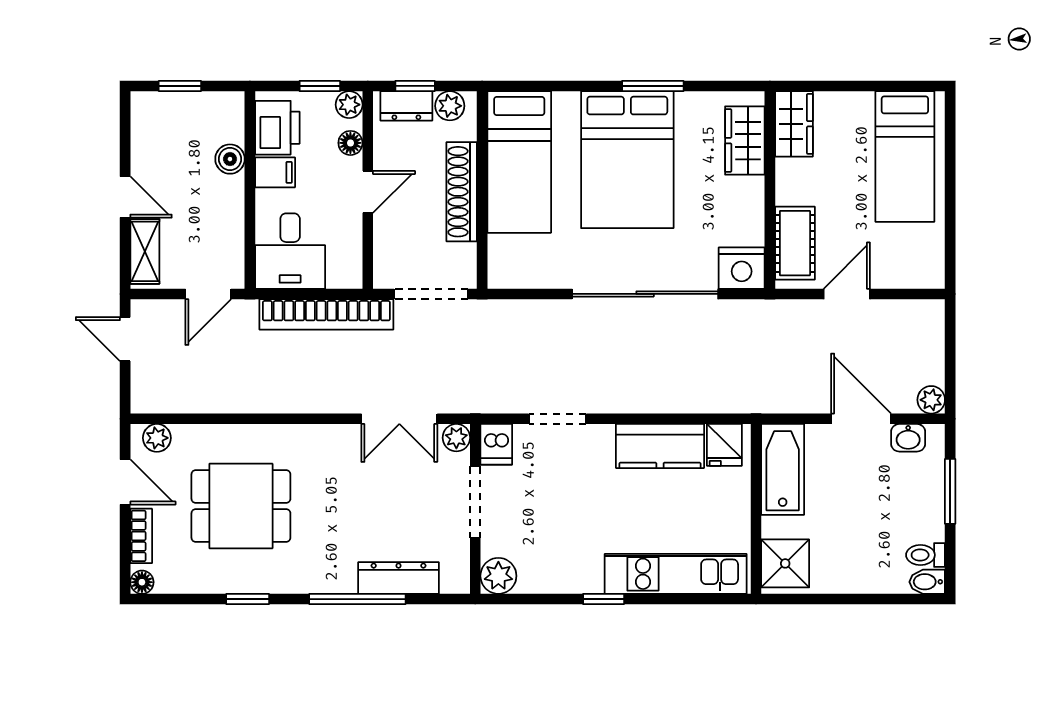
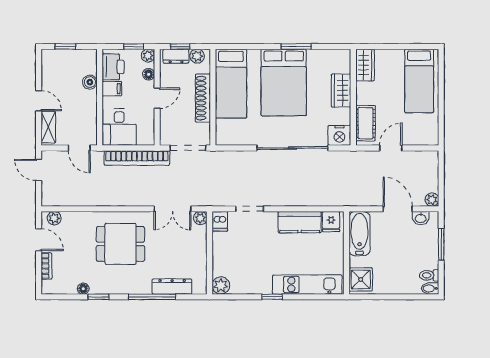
wardrobe: (745, 141) -> (341, 91), moved
door: (208, 294) -> (79, 148), hinge flipped
doorway: (475, 502) -> (209, 249), removed
dining table: (241, 506) -> (120, 244), moved
floor lamp: (142, 582) -> (83, 289), moved

